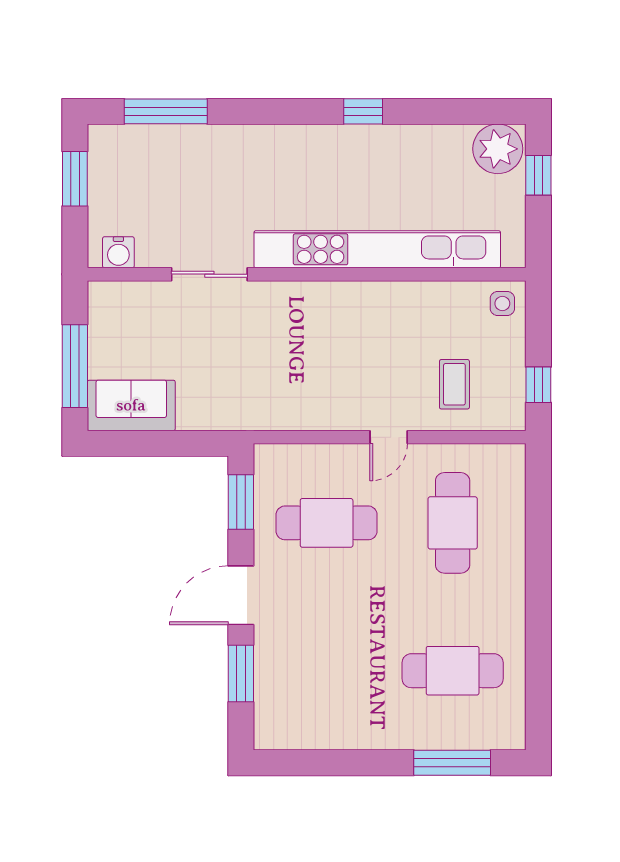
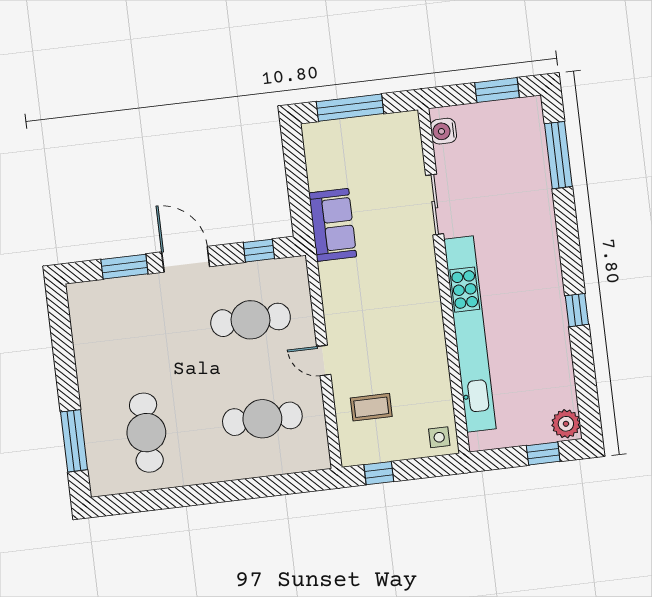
plant: (498, 149) -> (566, 424), width x0.73, depth x0.73
sofa: (131, 405) -> (333, 225), moved
window: (241, 502) -> (259, 251), width x0.67
cafe table: (327, 523) -> (251, 320), turned 90

